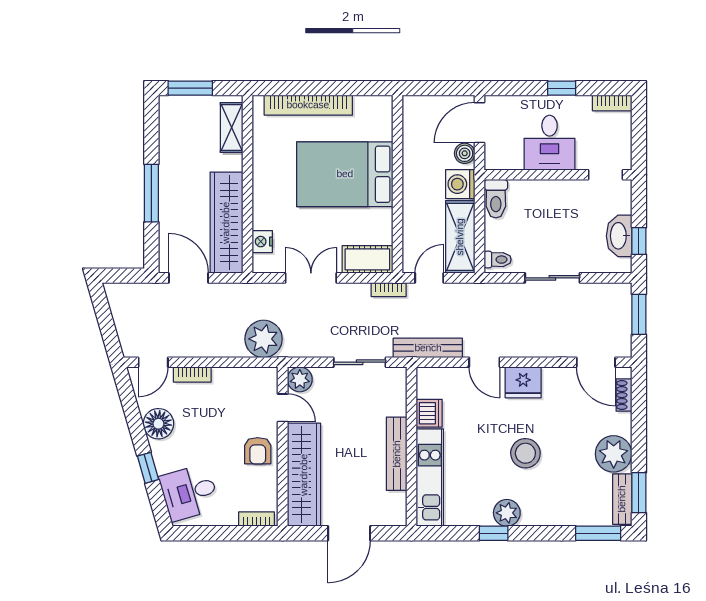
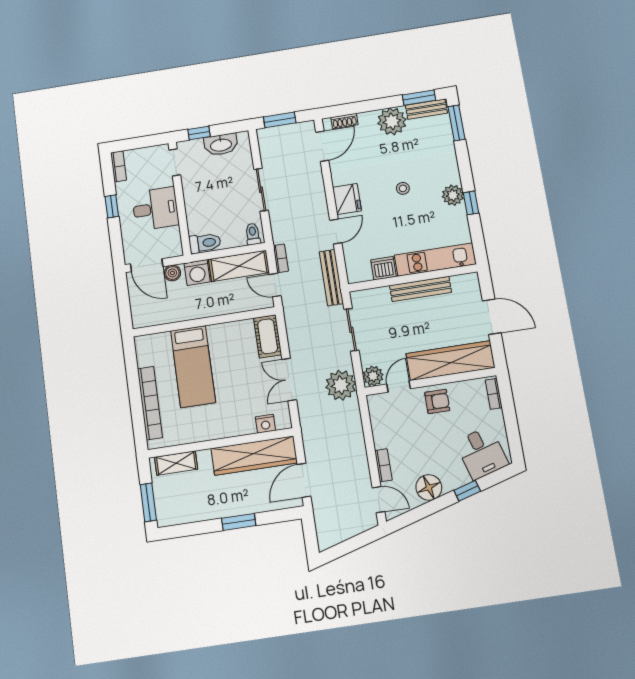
bed: (345, 174) -> (193, 366), width x0.67
window: (151, 193) -> (239, 522), width x0.69
window: (639, 241) -> (199, 133), moved
bookcase: (389, 290) -> (281, 258), moved
plant: (264, 339) -> (341, 385), moved
stool: (525, 453) -> (403, 188), width x0.53, depth x0.53

